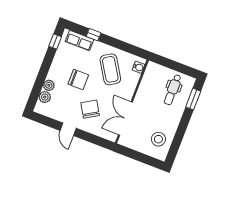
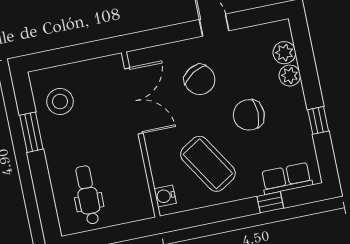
window: (55, 42) -> (318, 120), moved
window: (193, 99) -> (31, 132), moved

